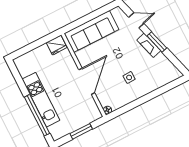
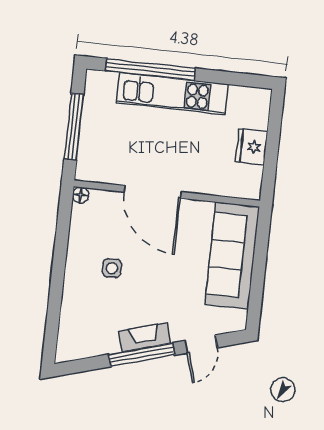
window: (157, 42) -> (142, 355), width x1.44
fridge: (57, 45) -> (252, 147), moved
window: (81, 131) -> (74, 127), width x1.44

